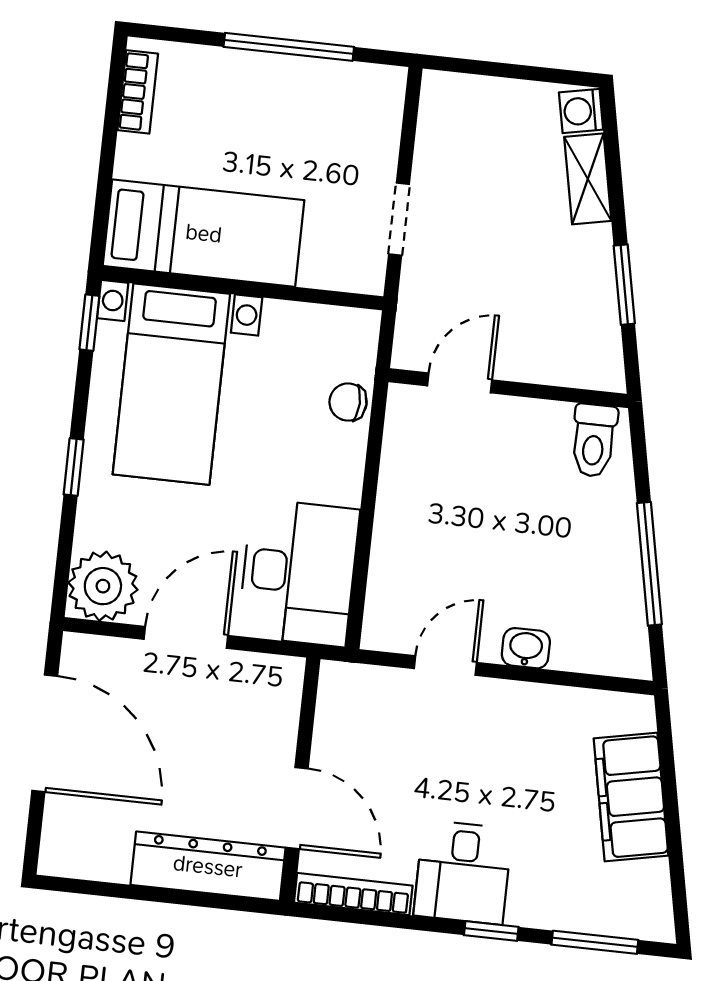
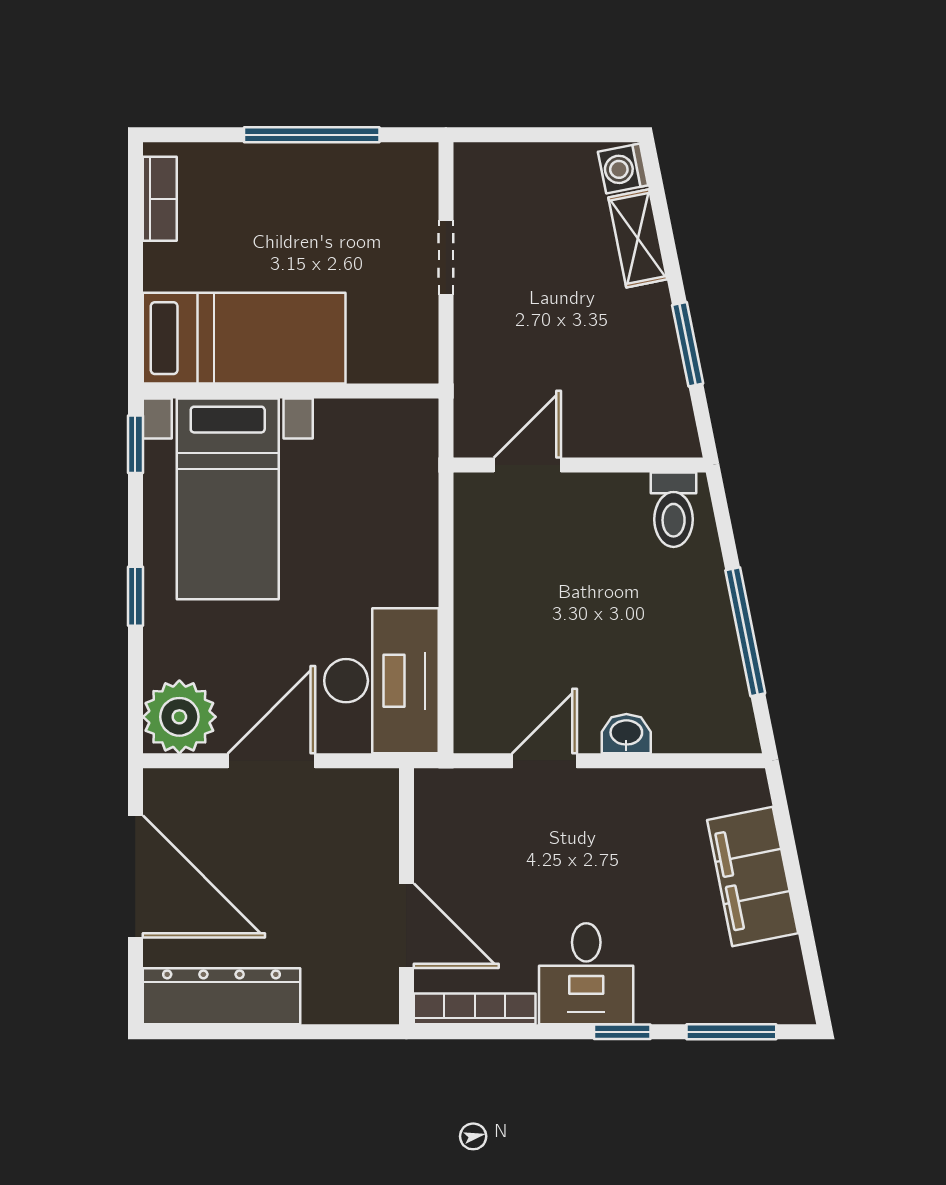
doorway: (399, 219) -> (446, 257), moved
chair: (348, 402) -> (414, 498), removed
dresser: (208, 866) -> (222, 996), moved

